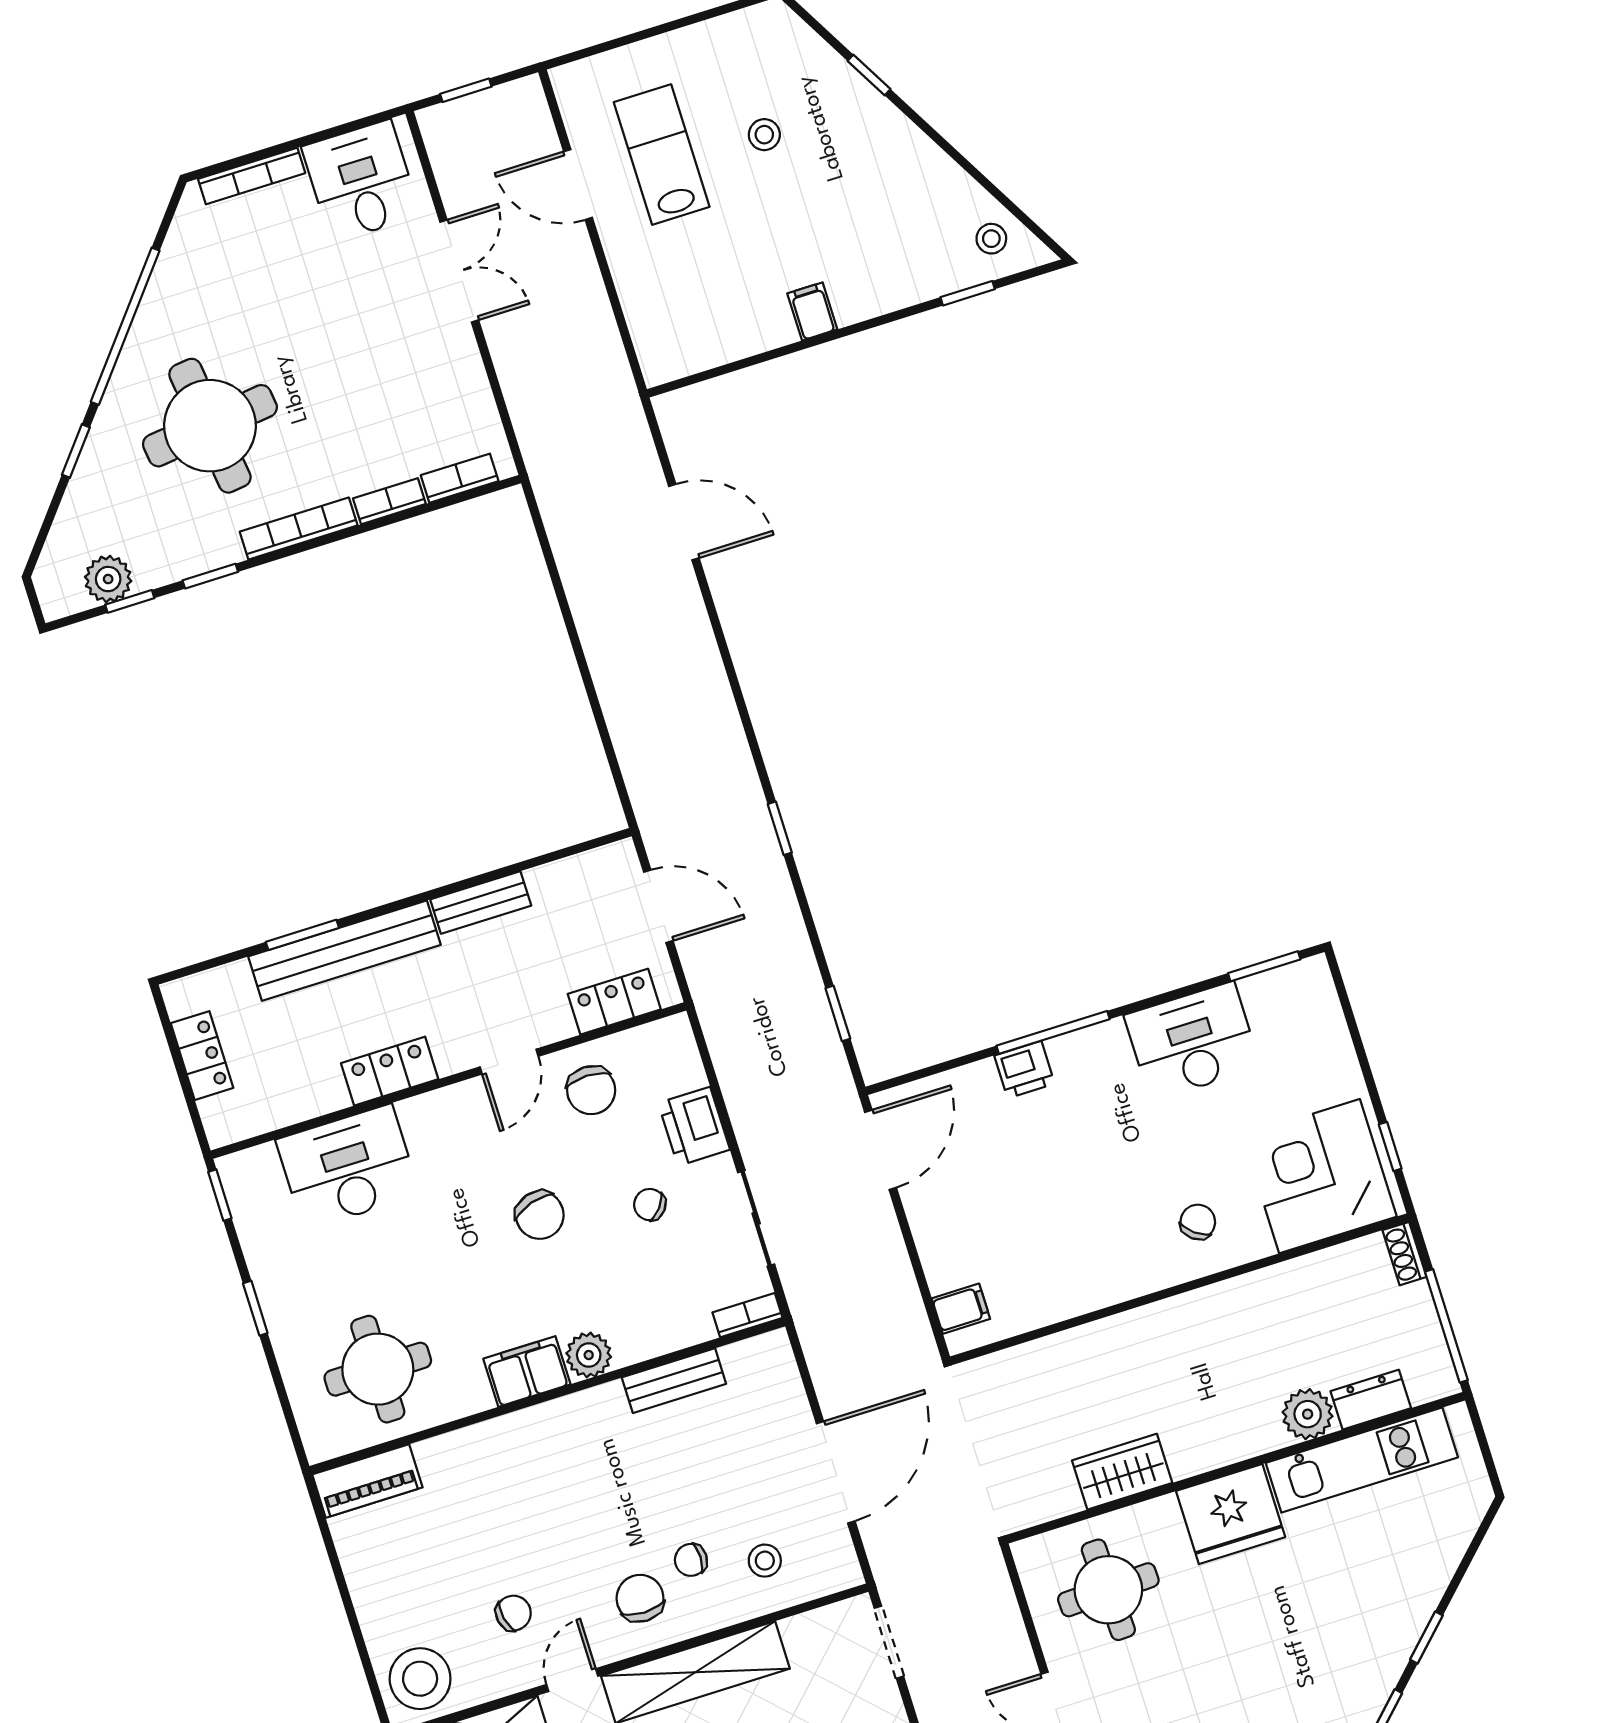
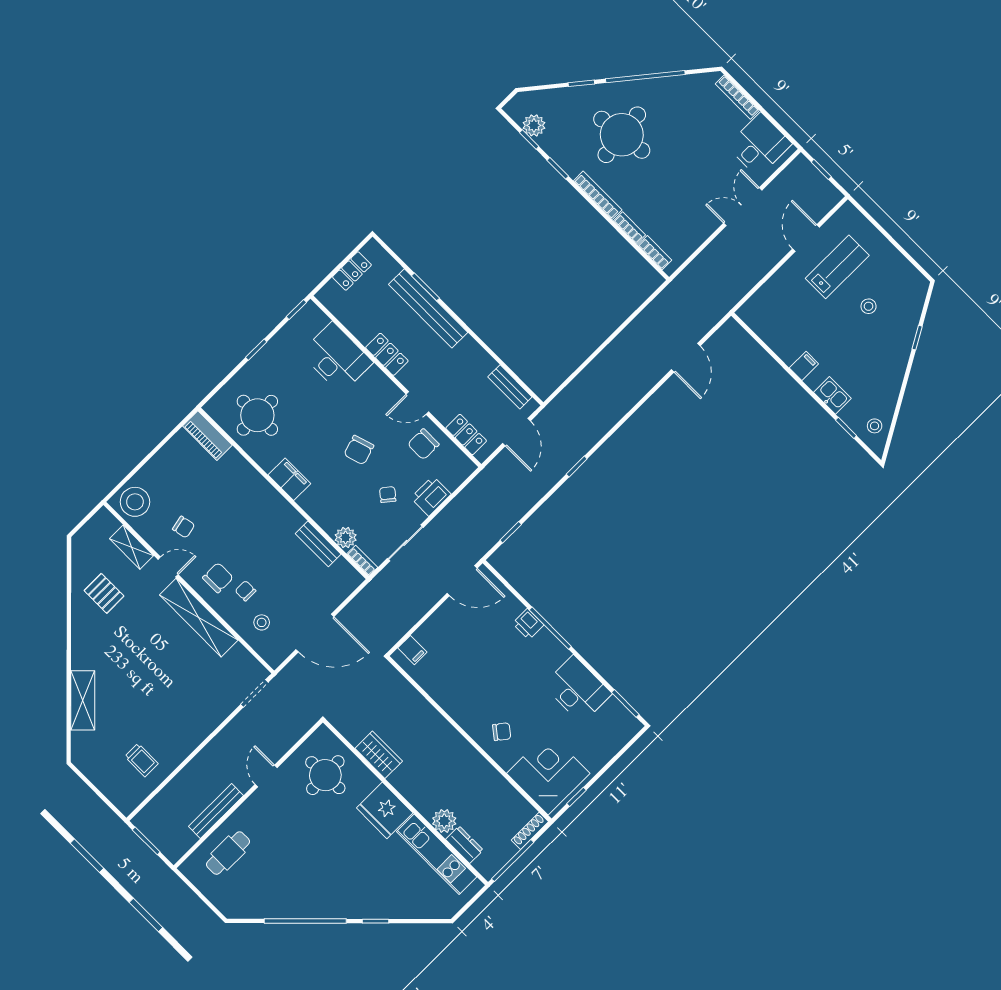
double door: (459, 271) -> (743, 207), swing flipped
kitchen sink: (894, 287) -> (832, 395), added
bench: (481, 902) -> (510, 387), moved
shoe rack: (1404, 1254) -> (530, 831), width x1.43
plant: (589, 1355) -> (346, 537), moved

